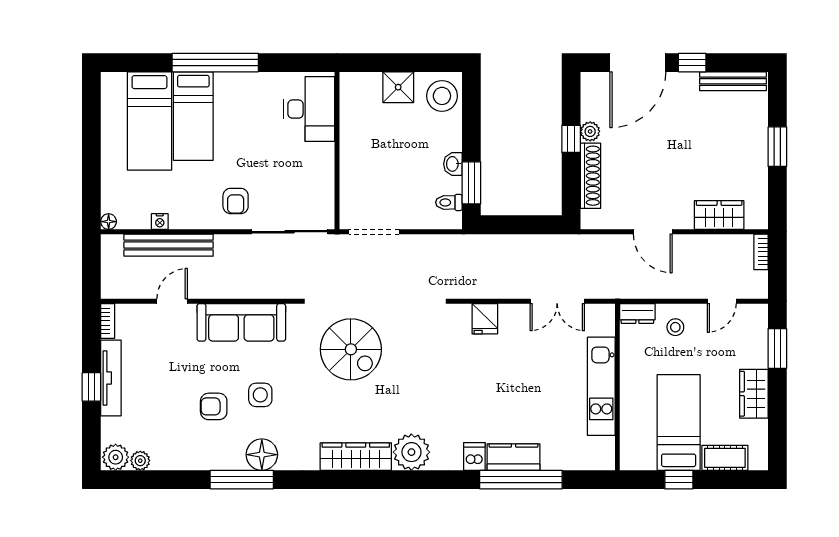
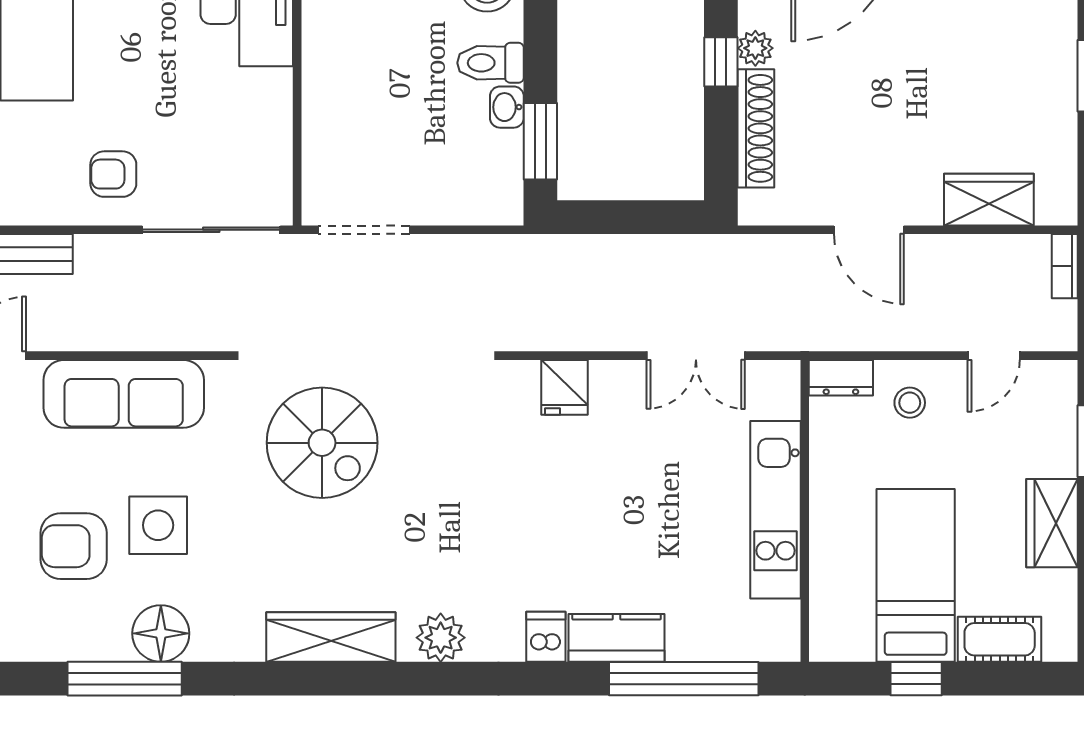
armchair: (236, 201) -> (113, 174), turned 90
toilet: (449, 202) -> (490, 63), moved, width x1.37, depth x1.39
side table: (260, 395) -> (158, 525), width x1.37, depth x1.37
armchair: (214, 406) -> (74, 546), width x1.38, depth x1.38
plant: (411, 452) -> (441, 638), width x0.73, depth x0.73
window: (521, 480) -> (684, 679), moved

